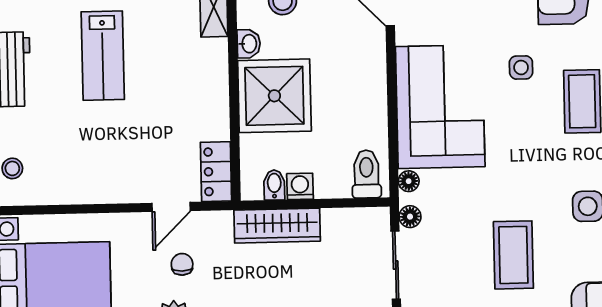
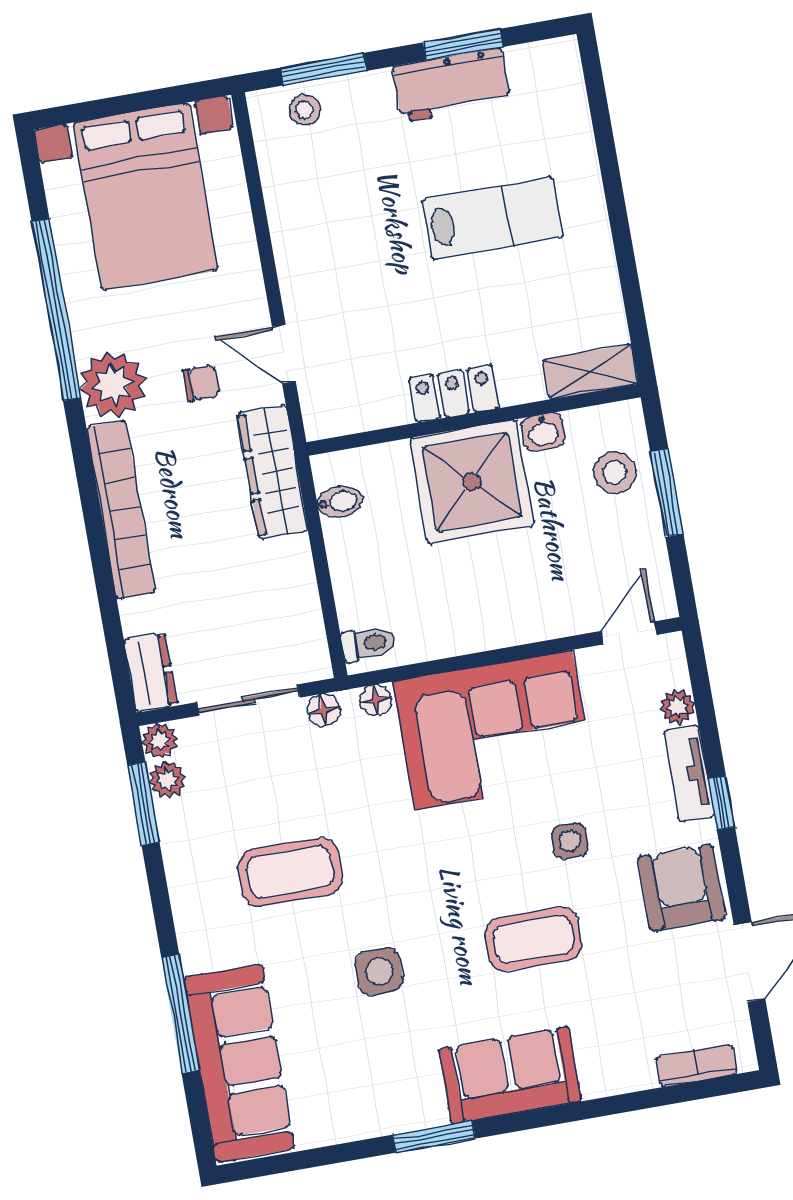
lab bench: (103, 56) -> (493, 218), turned 180
locker: (216, 172) -> (454, 393), moved
toilet: (366, 174) -> (368, 644), width x0.73, depth x0.72
washing machine: (300, 186) -> (343, 540), removed
wardrobe: (277, 226) -> (272, 472), moved

